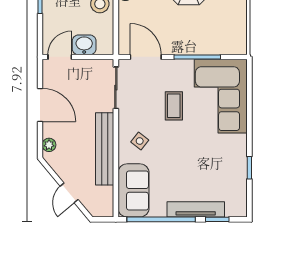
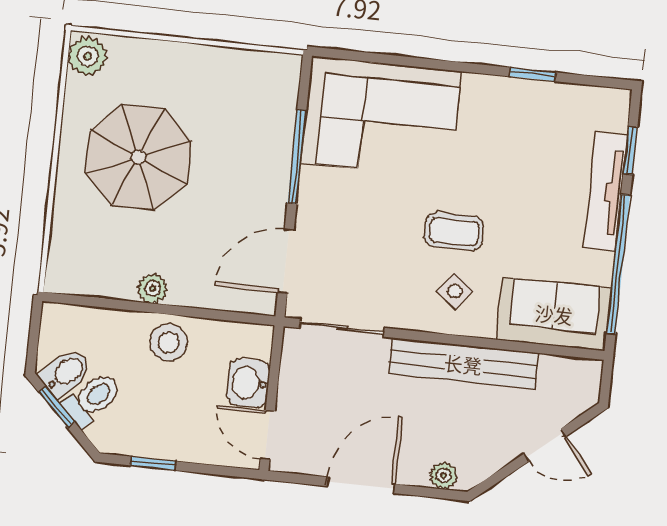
coffee table: (174, 106) -> (454, 231), moved

